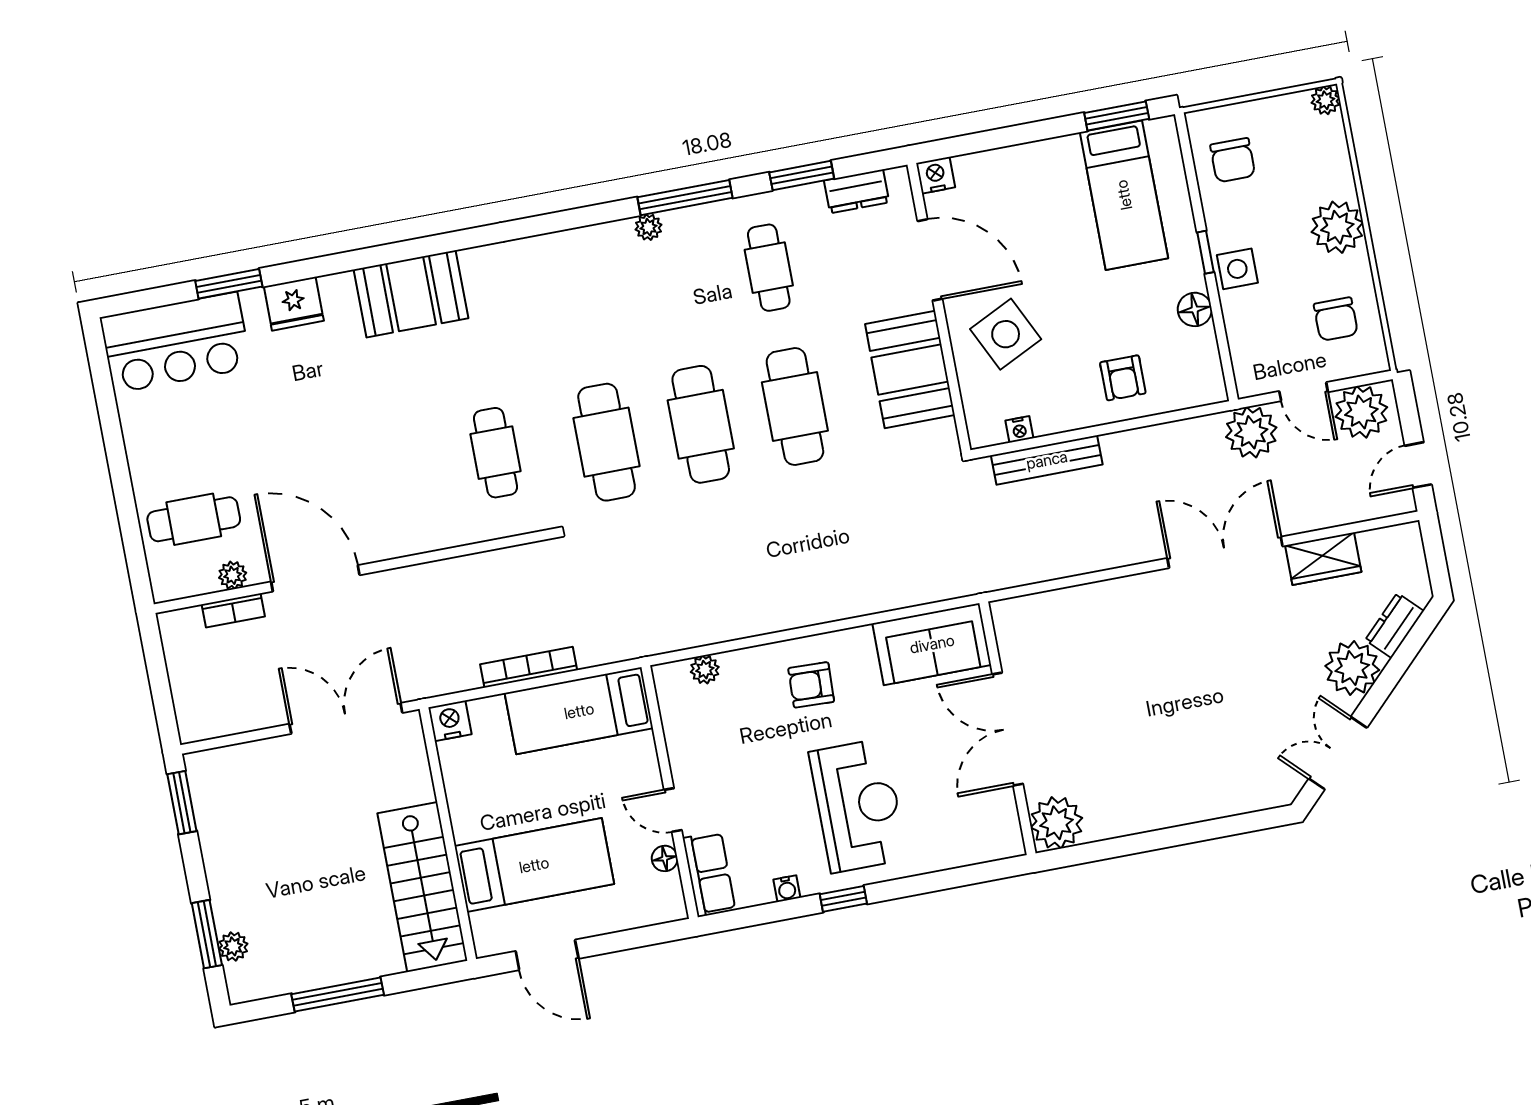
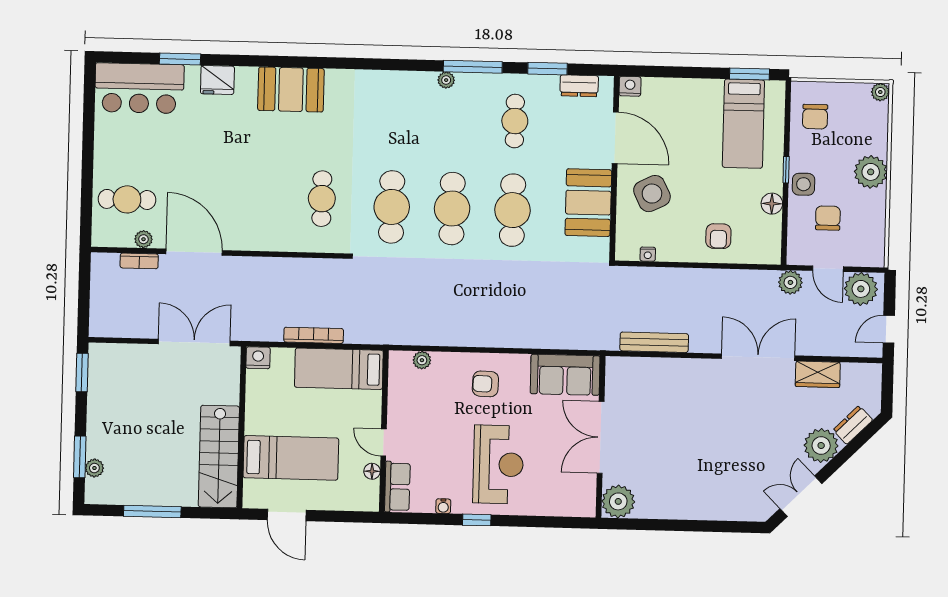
chair: (1336, 319) -> (828, 218), moved, turned 180
plant: (1251, 432) -> (790, 282), width x0.73, depth x0.73
bench: (1047, 460) -> (654, 342), moved

